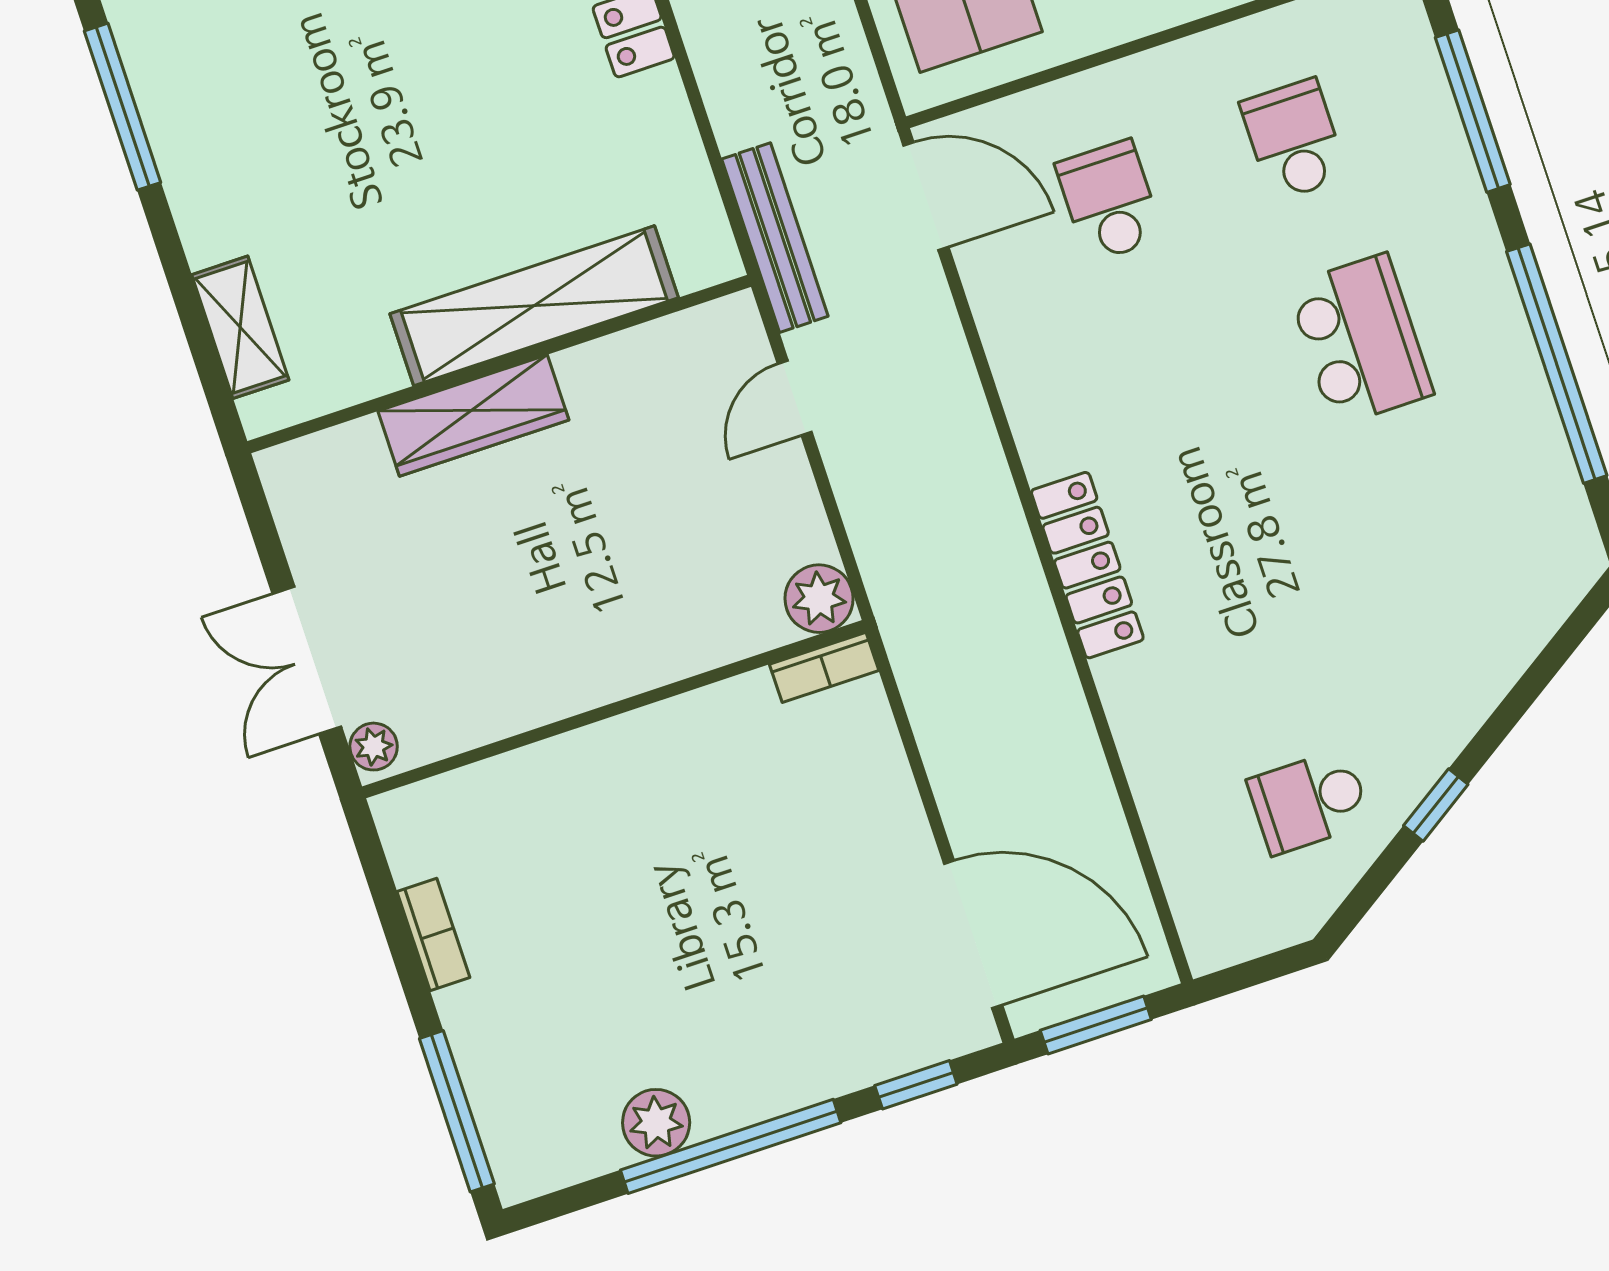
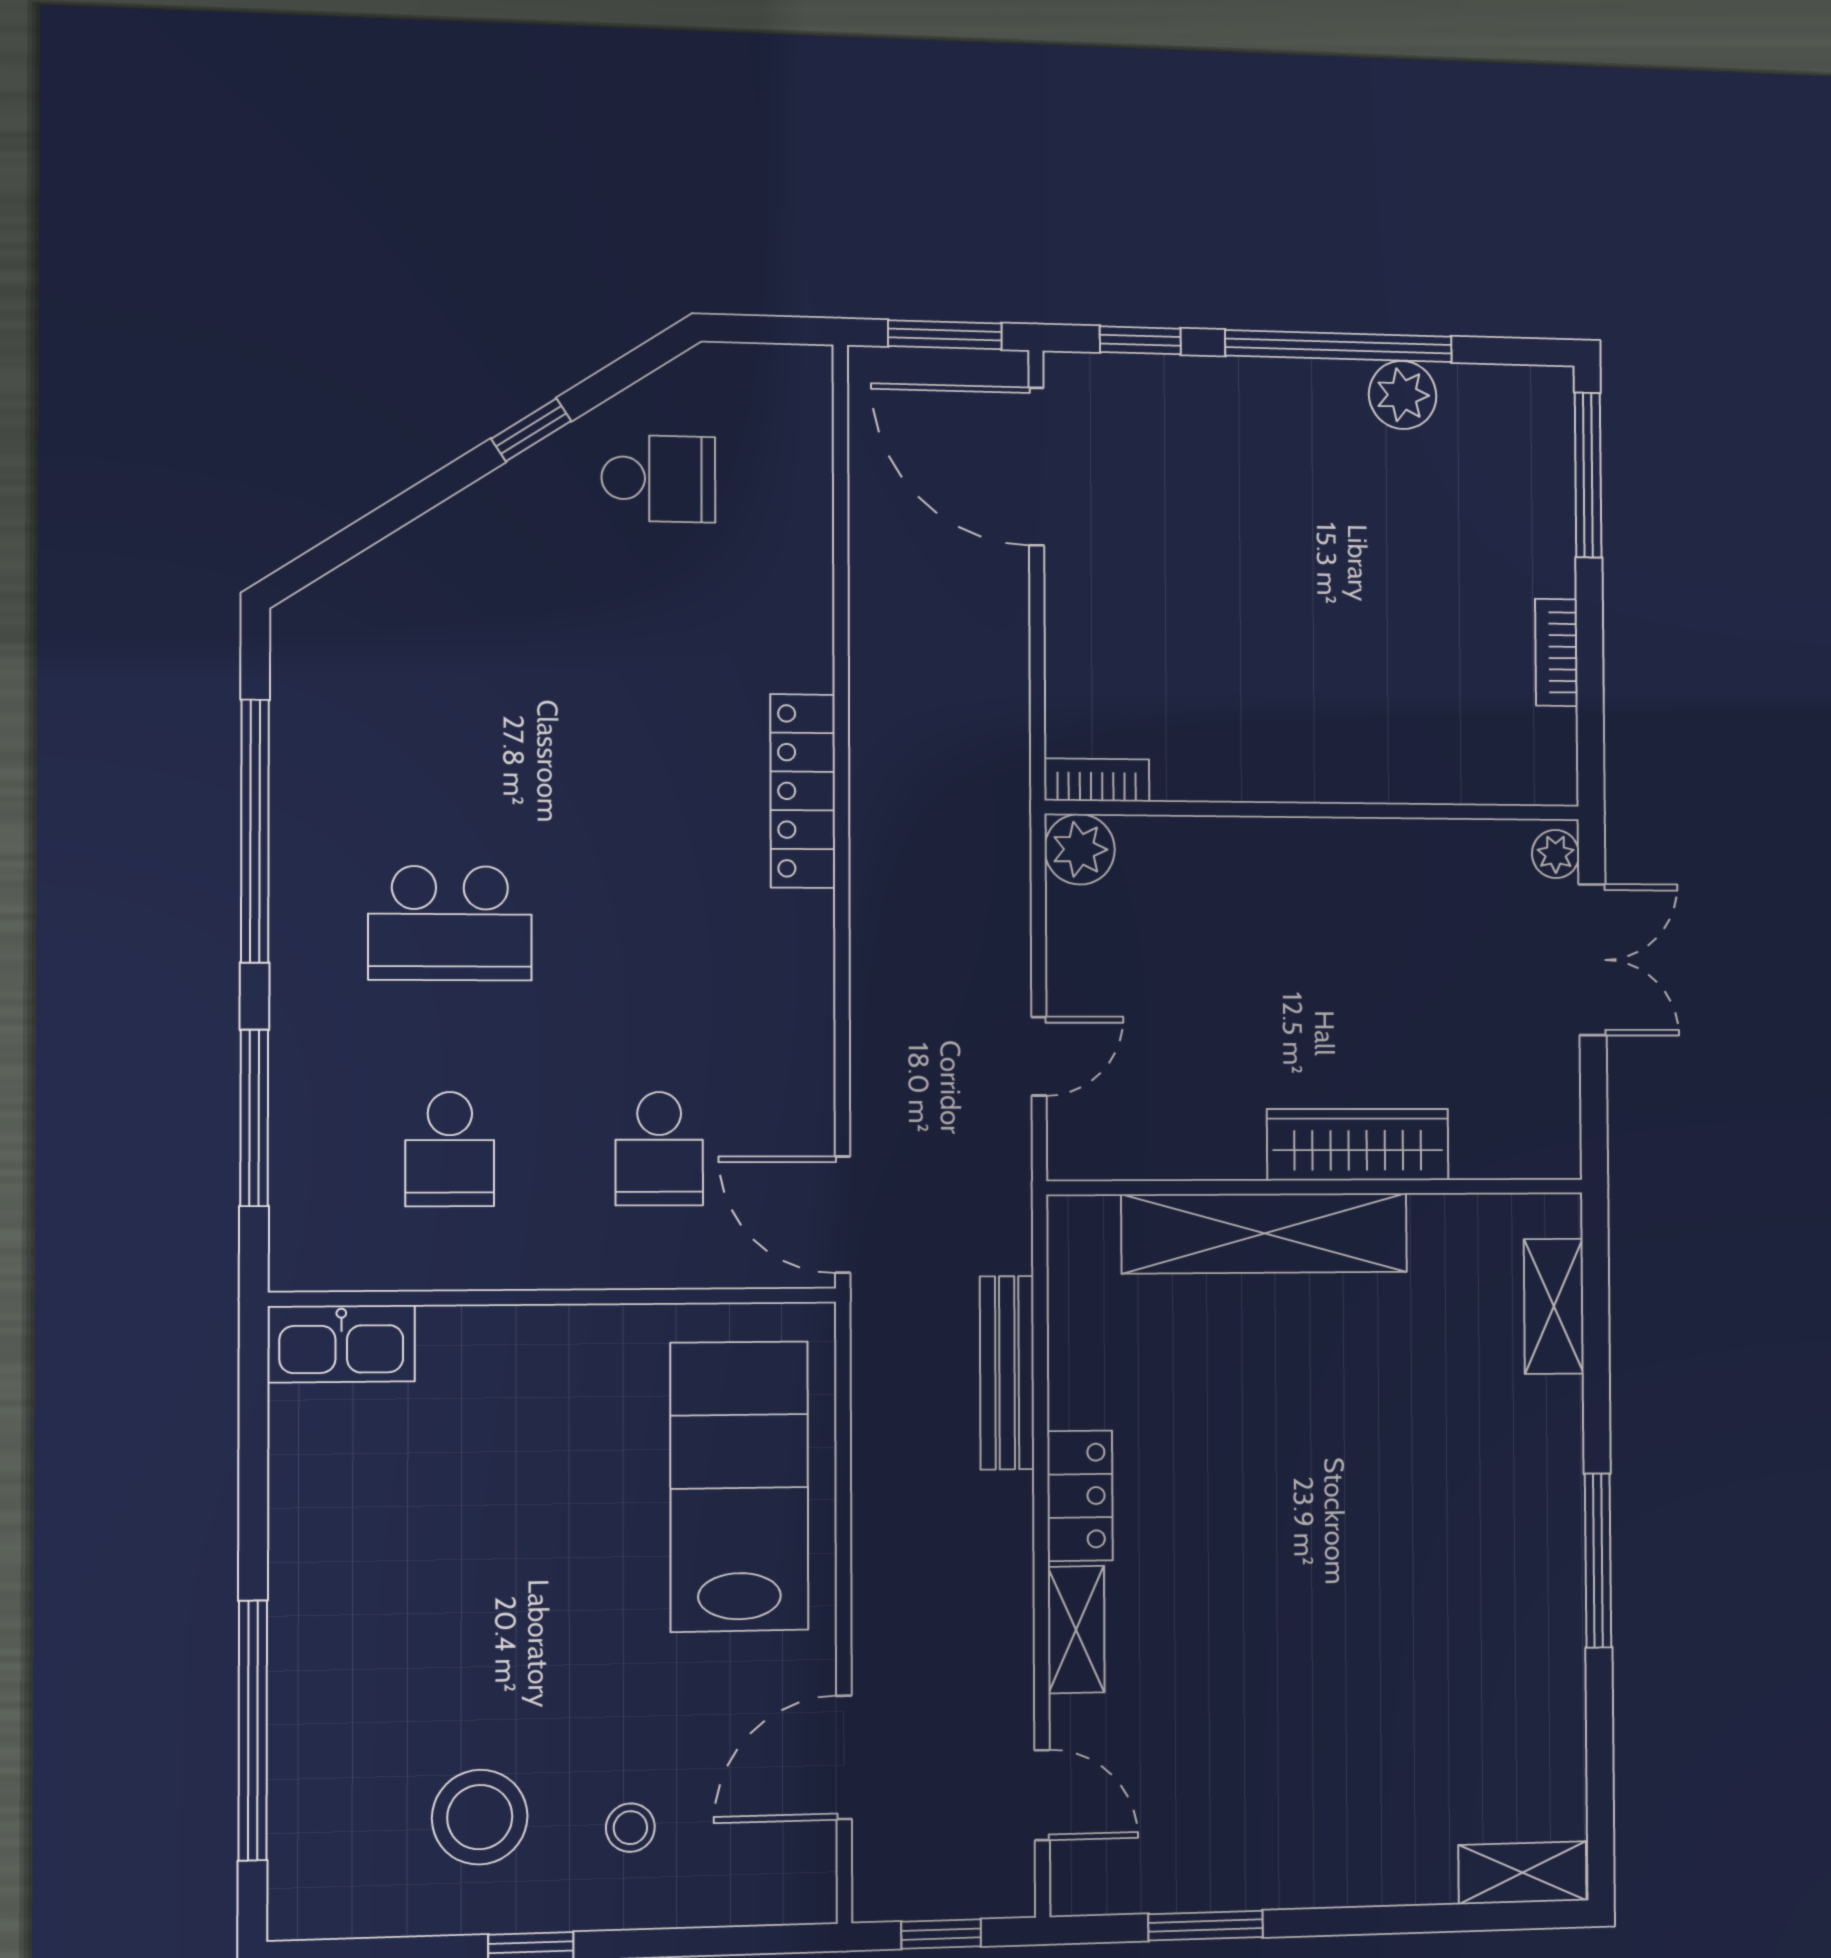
bench: (775, 238) -> (1007, 1373), moved
school desk: (1360, 340) -> (450, 923), turned -90

